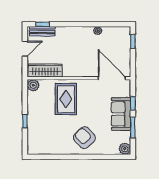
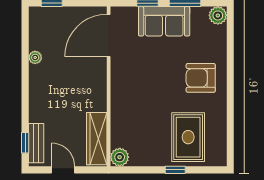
rug: (66, 99) -> (188, 137), moved, turned 90
armchair: (84, 138) -> (201, 78), turned 43

